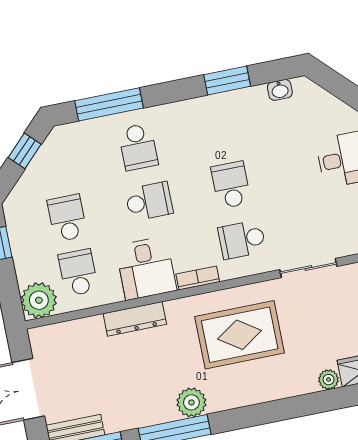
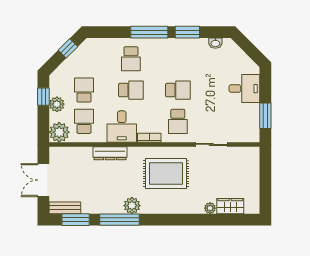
window: (109, 104) -> (149, 32), moved
school desk: (231, 185) -> (178, 90), turned 90
school desk: (242, 240) -> (178, 121), turned -90
plant: (25, 252) -> (57, 104), added

